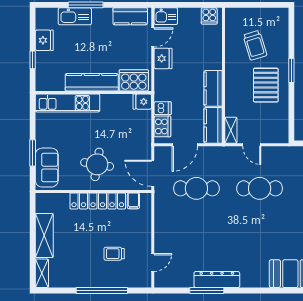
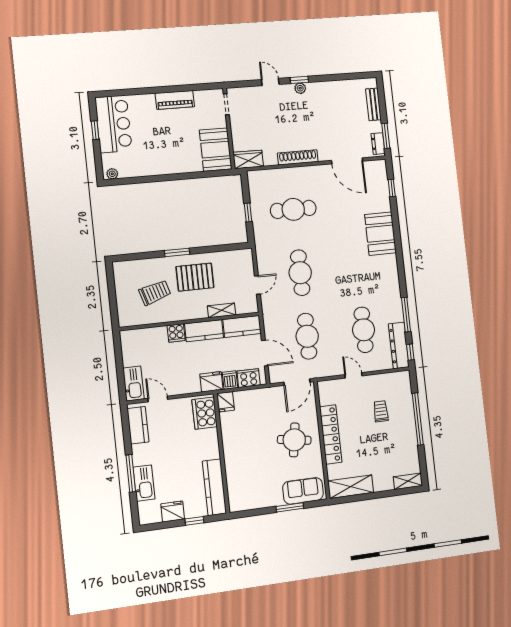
kitchen sink: (166, 16) -> (133, 384), width x1.38
cooker: (209, 16) -> (176, 333), moved, turned 90
fridge: (163, 58) -> (211, 382), moved
kitchen counter: (92, 82) -> (214, 487), moved
kitchen unit: (68, 103) -> (235, 478), removed
shelving: (231, 130) -> (222, 310), moved
filing cabinet: (133, 201) -> (327, 398), removed
shelving: (44, 236) -> (351, 487), moved
cafe table: (196, 245) -> (364, 330), added
trolley: (114, 254) -> (381, 411), turned 180
door: (153, 262) -> (353, 375), moved
dresser: (217, 280) -> (399, 345), moved
window: (169, 290) -> (410, 352), added

